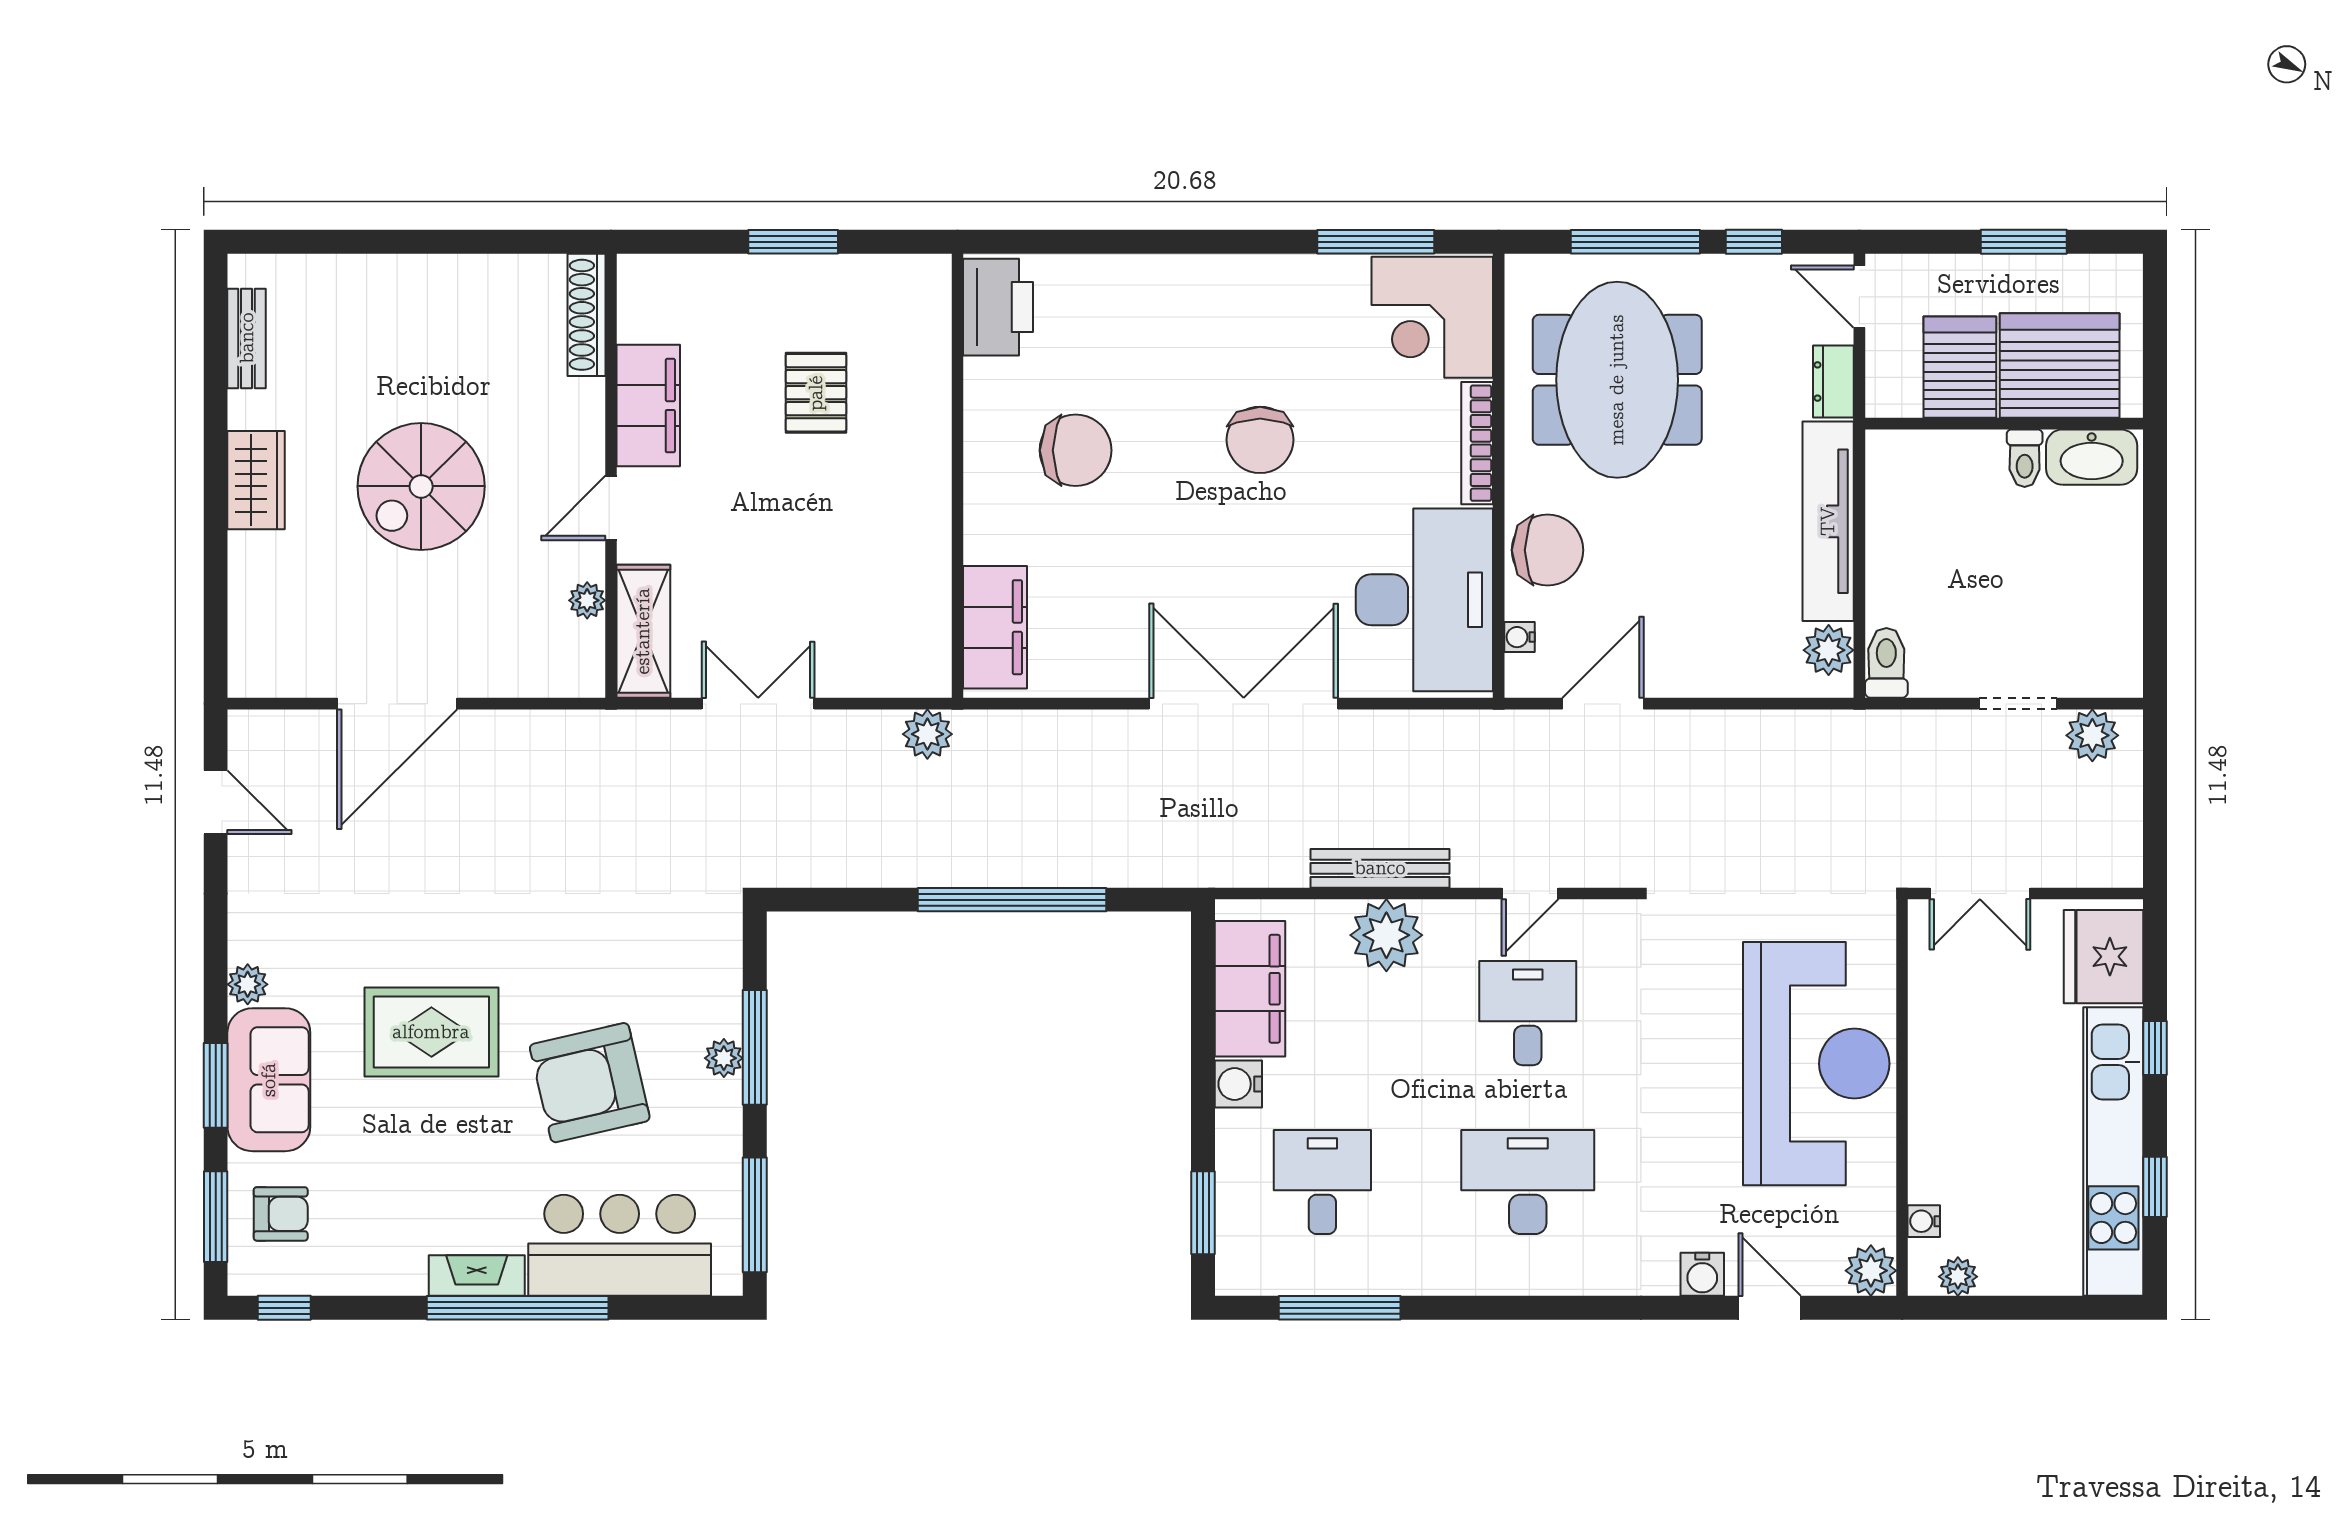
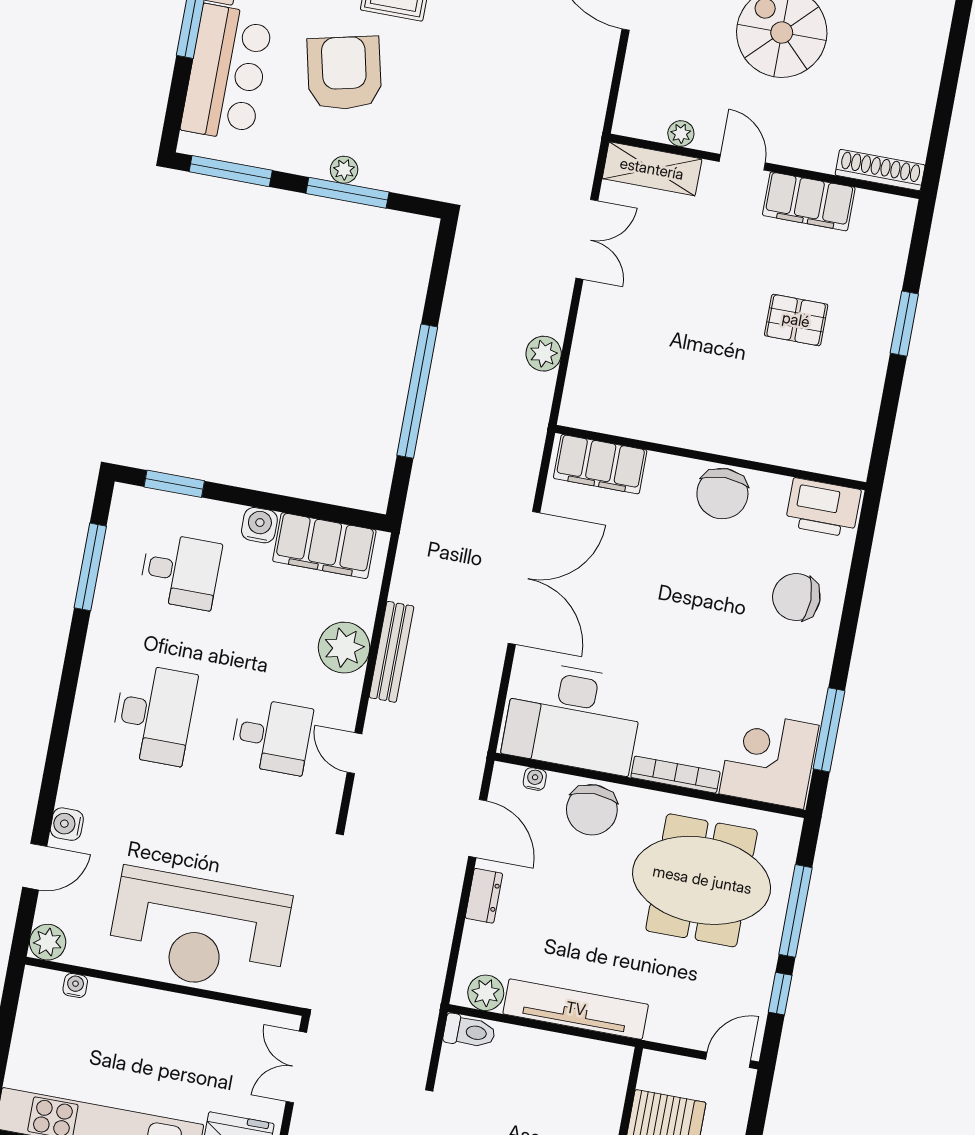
printer: (998, 307) -> (823, 508), moved
dresser: (1833, 381) -> (484, 896), moved, turned 90
chair: (1260, 440) -> (796, 597), moved
wall: (958, 476) -> (711, 458), moved
filing cabinet: (995, 627) -> (600, 464), moved
plant: (1958, 1277) -> (32, 1002), removed

